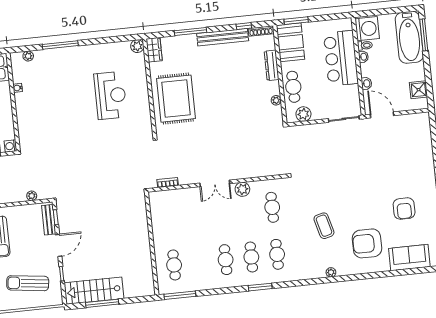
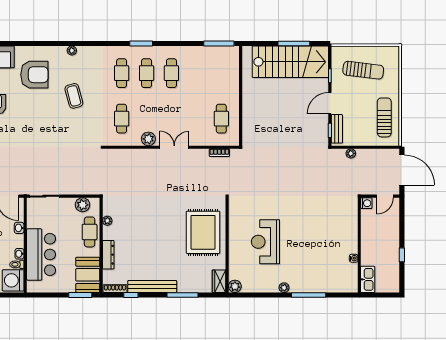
plant: (28, 56) -> (284, 288), moved
cafe table: (174, 265) -> (221, 119), moved
stairs: (94, 291) -> (290, 62), width x1.36, depth x1.51

